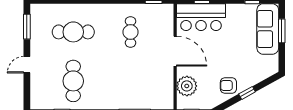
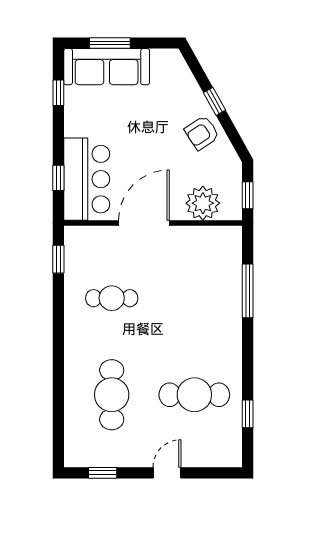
window: (27, 27) -> (103, 473), width x0.67
door: (27, 65) -> (167, 473), swing flipped
armchair: (228, 85) -> (202, 133), turned 57

